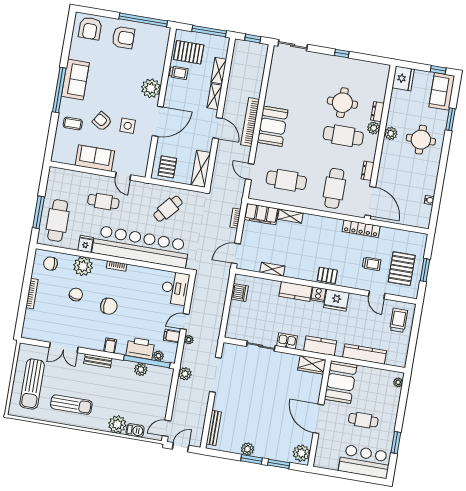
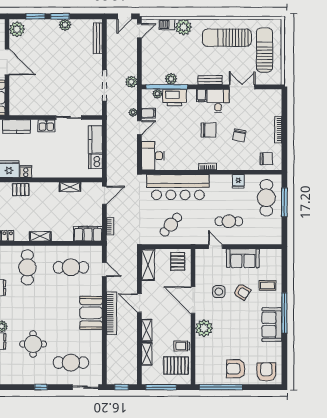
door: (158, 121) -> (193, 300), hinge flipped
cafe table: (343, 136) -> (71, 363), moved
shelving: (290, 216) -> (40, 236), moved
bar counter: (141, 247) -> (178, 187), width x0.73
plant: (83, 266) -> (237, 161), removed
kitchen counter: (296, 291) -> (95, 140), moved, turned -90
chair: (109, 306) -> (209, 130), turned 180
desk: (93, 336) -> (218, 101), added
wardrobe: (312, 365) -> (21, 109), removed
sun lounger: (71, 405) -> (227, 38), width x1.36, depth x1.34

